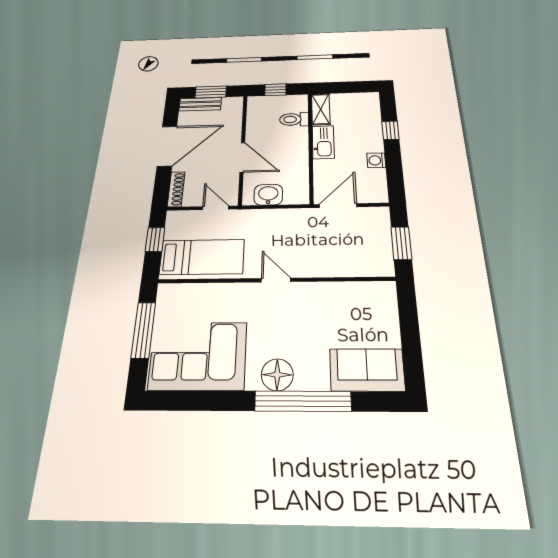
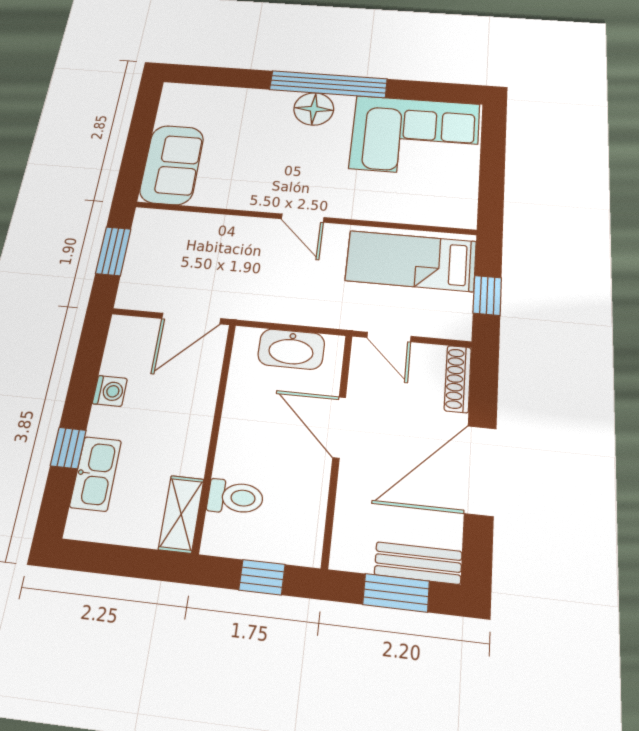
kitchen sink: (323, 142) -> (96, 474), moved, turned 180
washbasin: (268, 195) -> (291, 349), width x1.38
window: (143, 330) -> (492, 172), removed
sofa: (367, 370) -> (172, 165), moved, turned -90
window: (303, 401) -> (328, 84), moved

